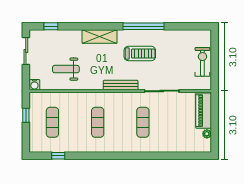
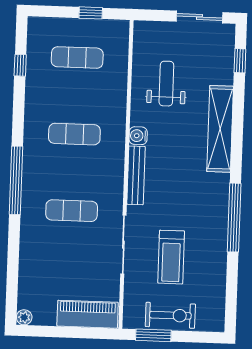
shelving: (100, 36) -> (220, 129), width x1.47
treadmill: (140, 53) -> (171, 257), moved
window: (215, 71) -> (153, 335), added
water cooler: (34, 85) -> (138, 136), moved
plant: (207, 134) -> (24, 317), moved
window: (126, 156) -> (16, 180), added

